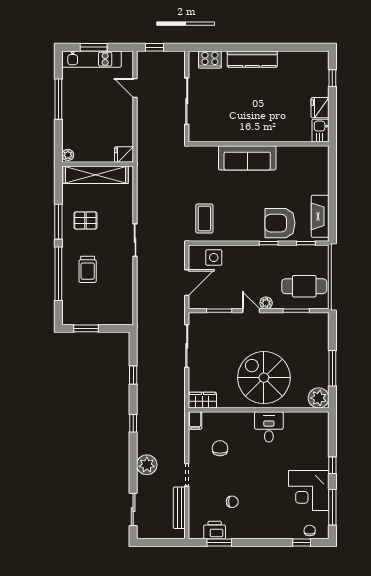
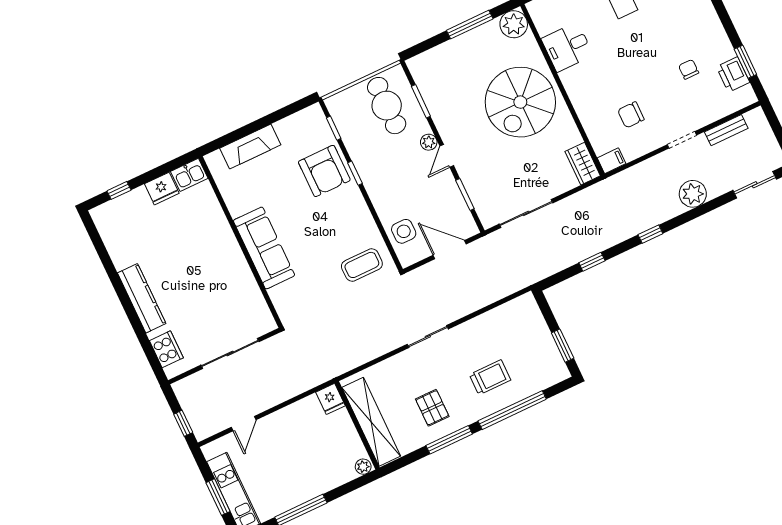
fireplace: (320, 216) -> (250, 147), moved
desk: (269, 427) -> (567, 47), moved
bench: (179, 508) -> (726, 130), width x0.73

